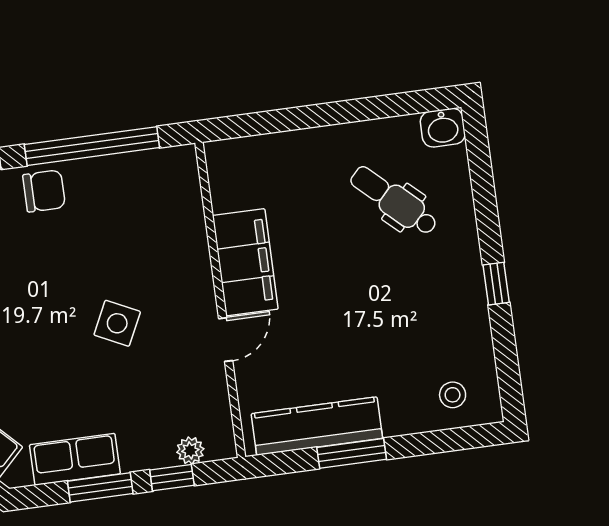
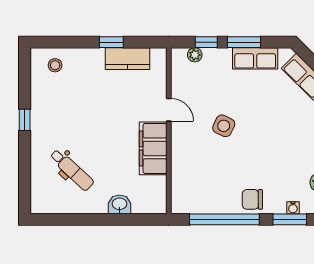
washbasin: (443, 128) -> (119, 204), moved
door: (226, 340) -> (169, 110), swing flipped
kitchen counter: (317, 426) -> (128, 59), width x0.67
window: (352, 453) -> (111, 42), width x0.67

